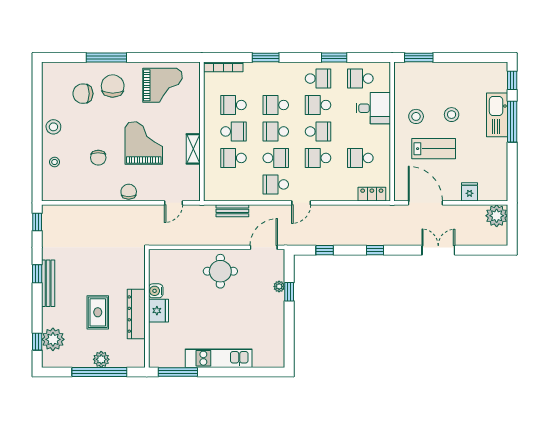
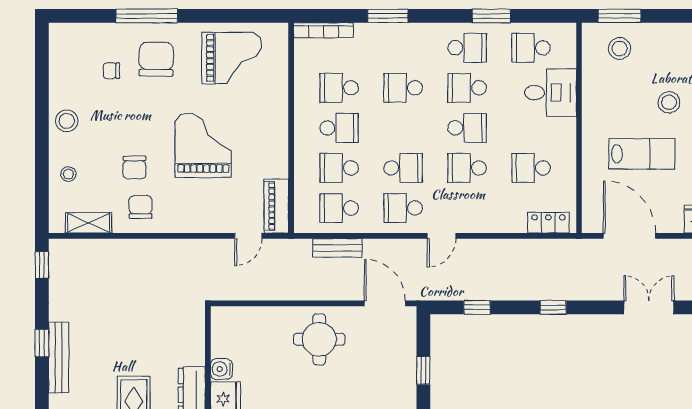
chair: (83, 94) -> (111, 71), width x0.54, depth x0.54
stool: (416, 116) -> (620, 48), moved
school desk: (276, 131) -> (339, 208), moved
shelving: (193, 149) -> (89, 223), moved, turned 90
piano: (192, 183) -> (276, 206), added
chair: (129, 192) -> (141, 207), moved
door: (264, 247) -> (385, 303), hinge flipped
plant: (279, 286) -> (408, 362), removed

